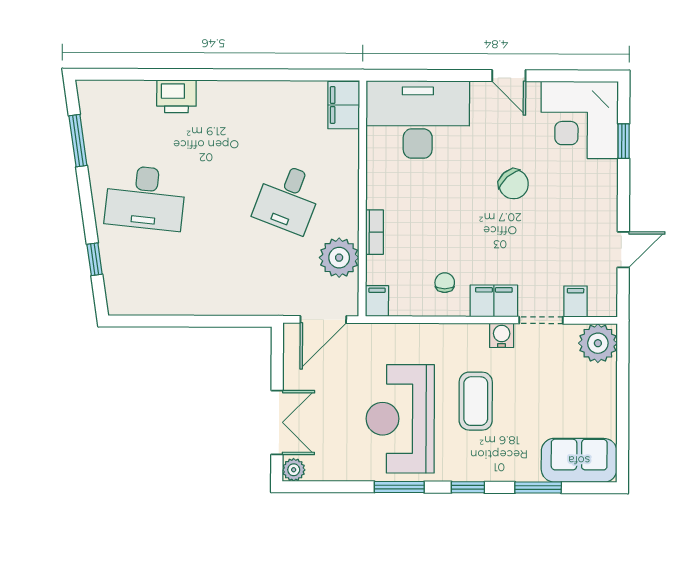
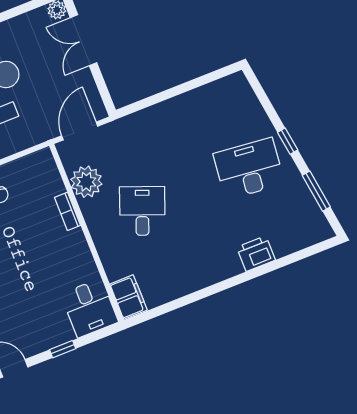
window: (444, 75) -> (63, 349), added
desk: (418, 120) -> (89, 308), width x0.53, depth x0.77
window: (95, 259) -> (288, 141), moved
filing cabinet: (377, 301) -> (45, 161), removed

